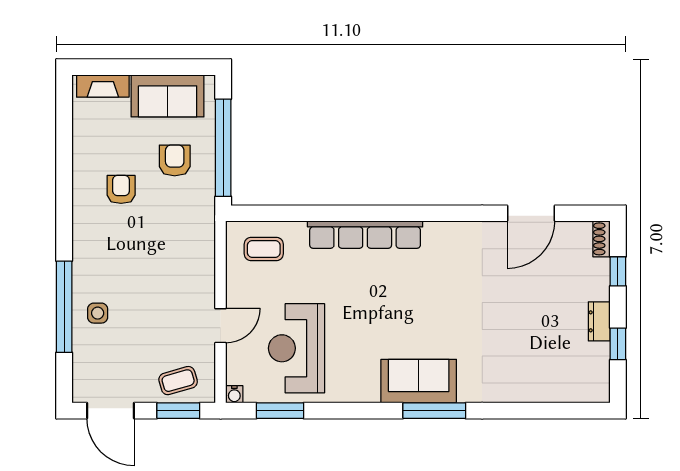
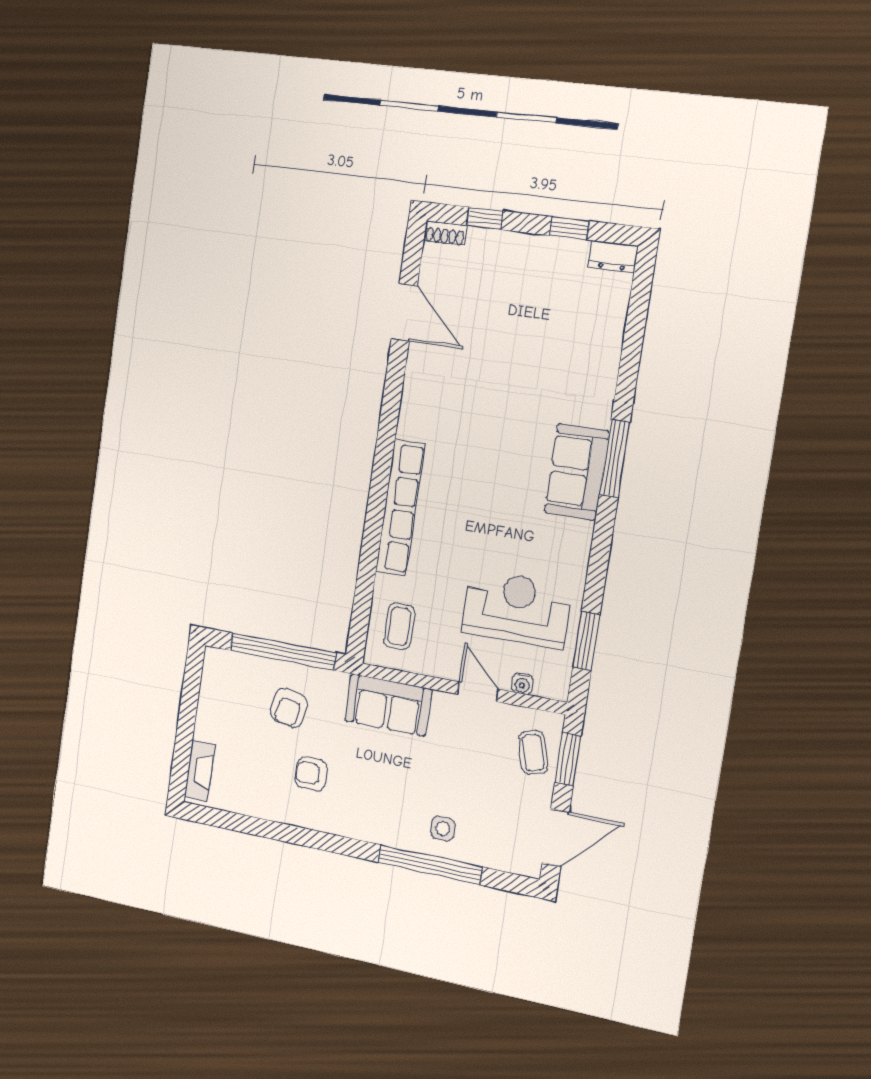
sofa: (168, 96) -> (388, 705), moved, turned 90
armchair: (175, 160) -> (289, 708), turned -80
dresser: (599, 321) -> (613, 256), moved
reception desk: (296, 348) -> (517, 609), turned 180
water cooler: (234, 394) -> (522, 684), moved, turned 90

